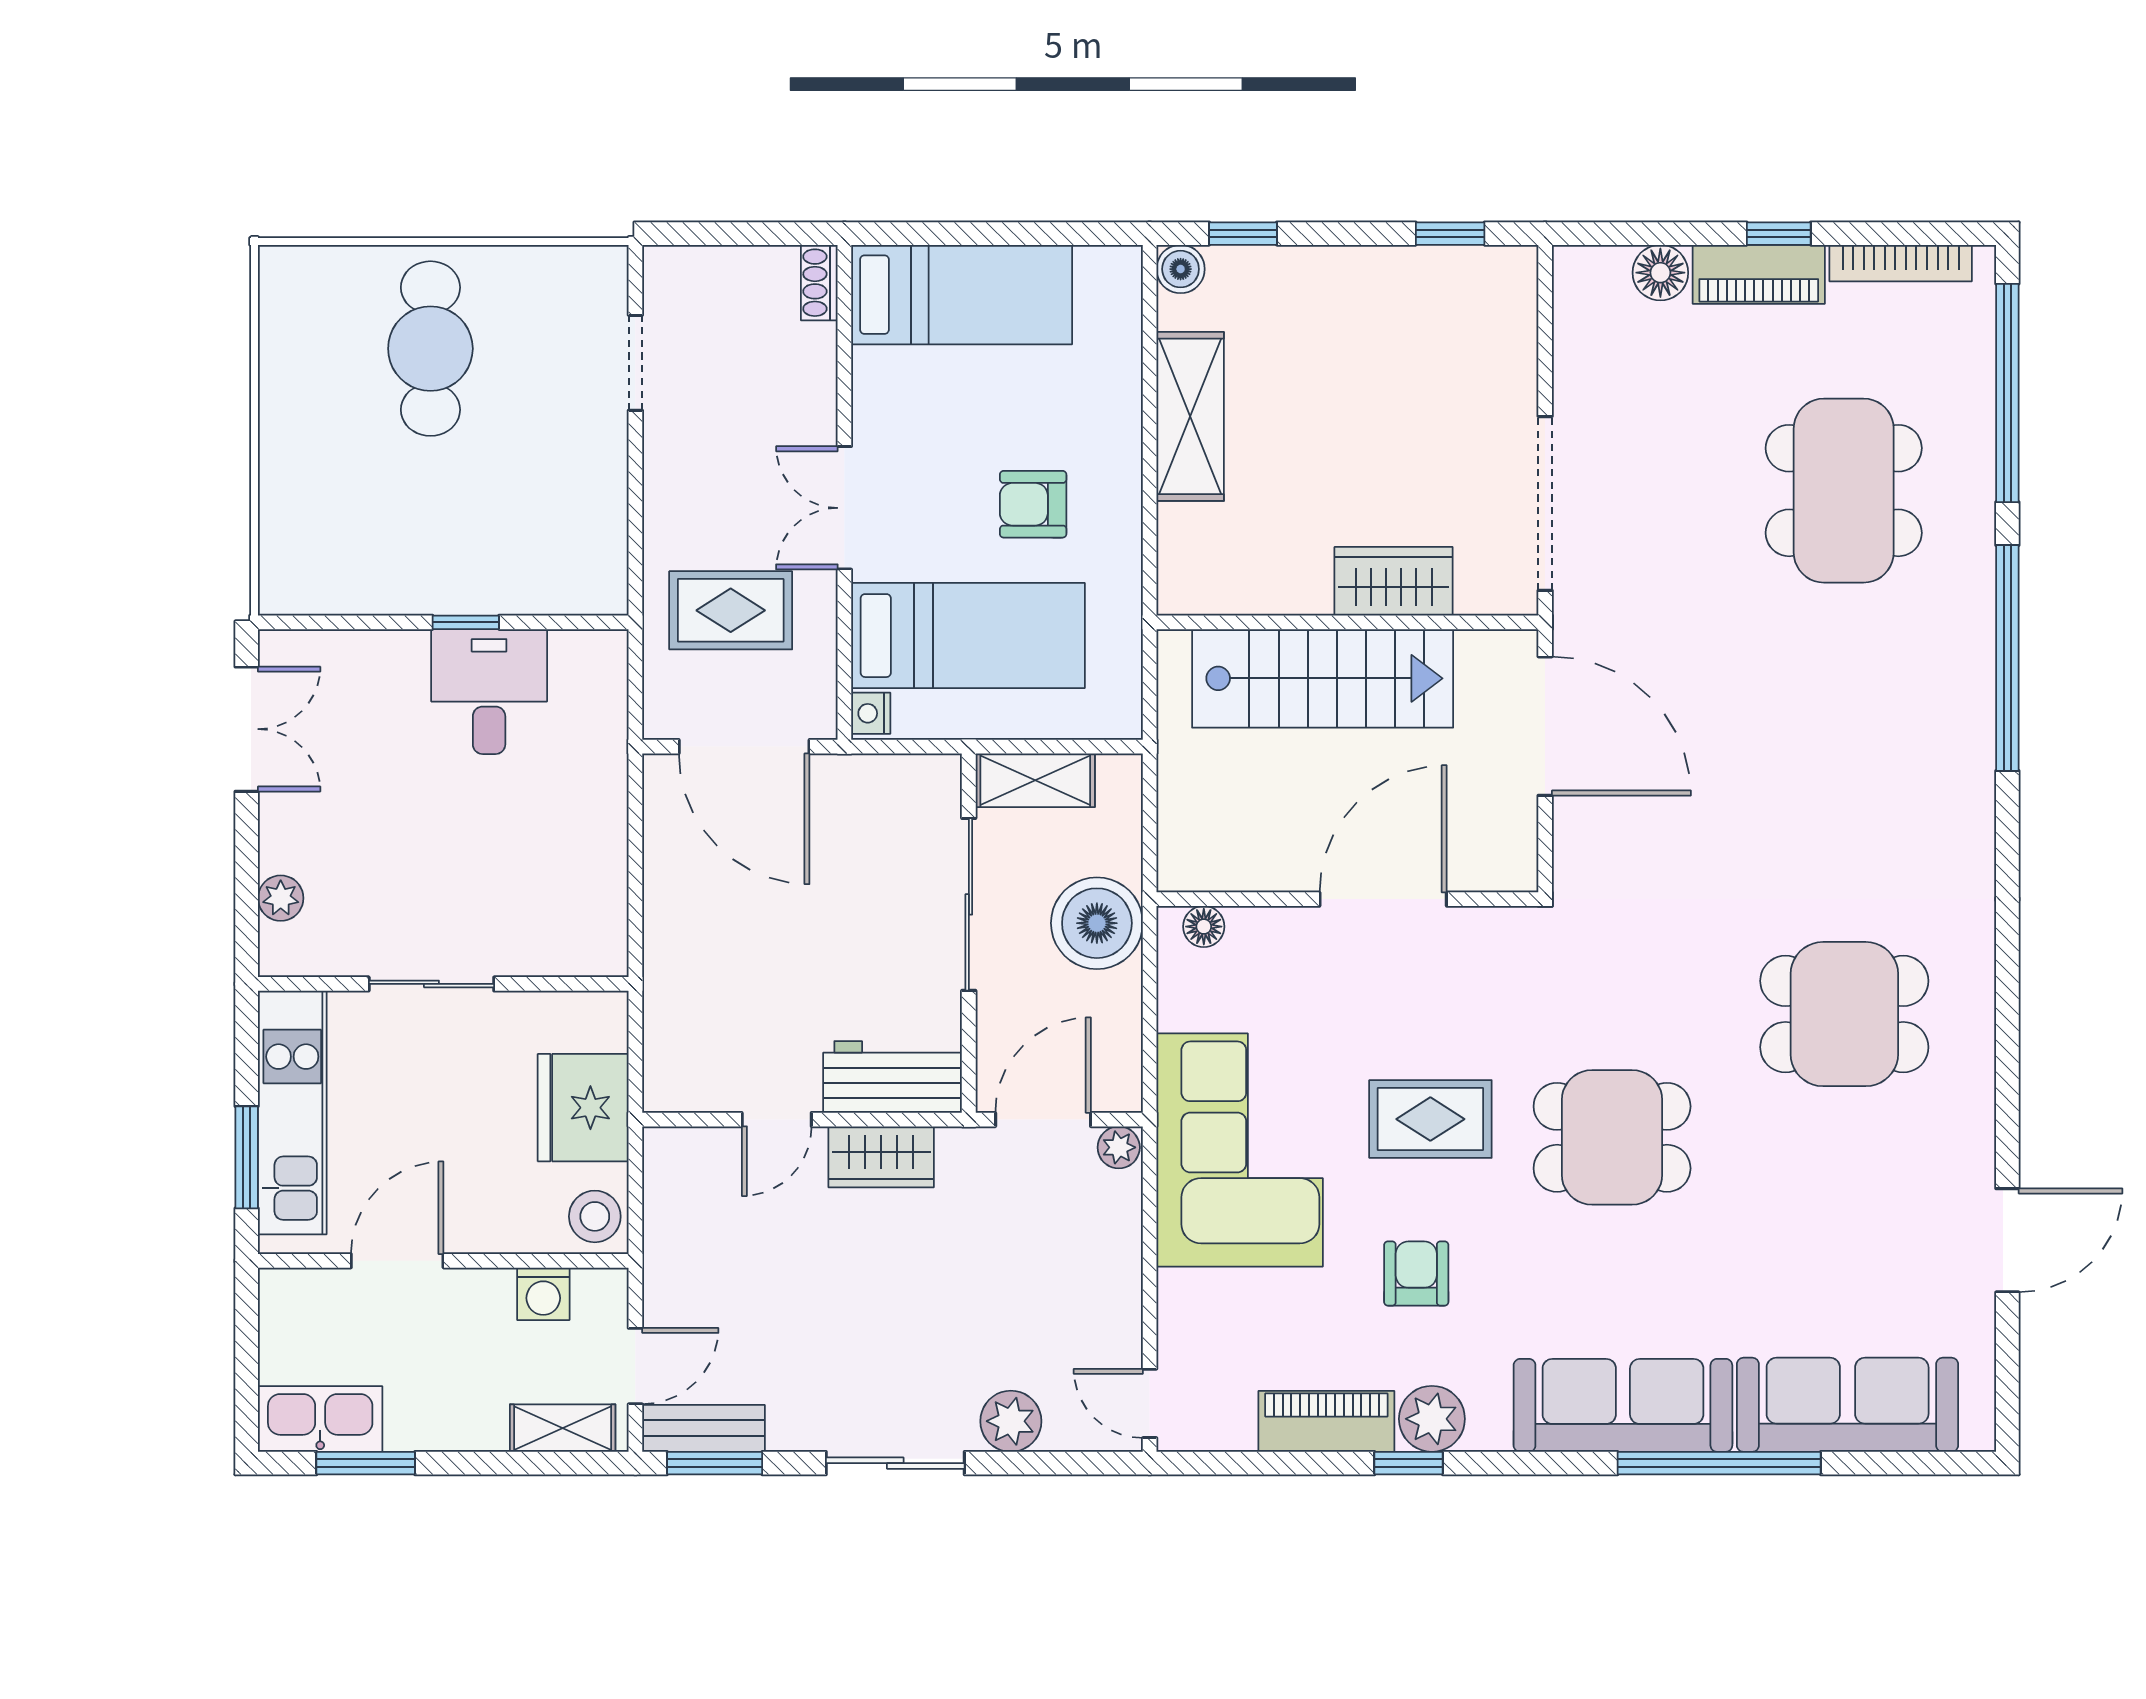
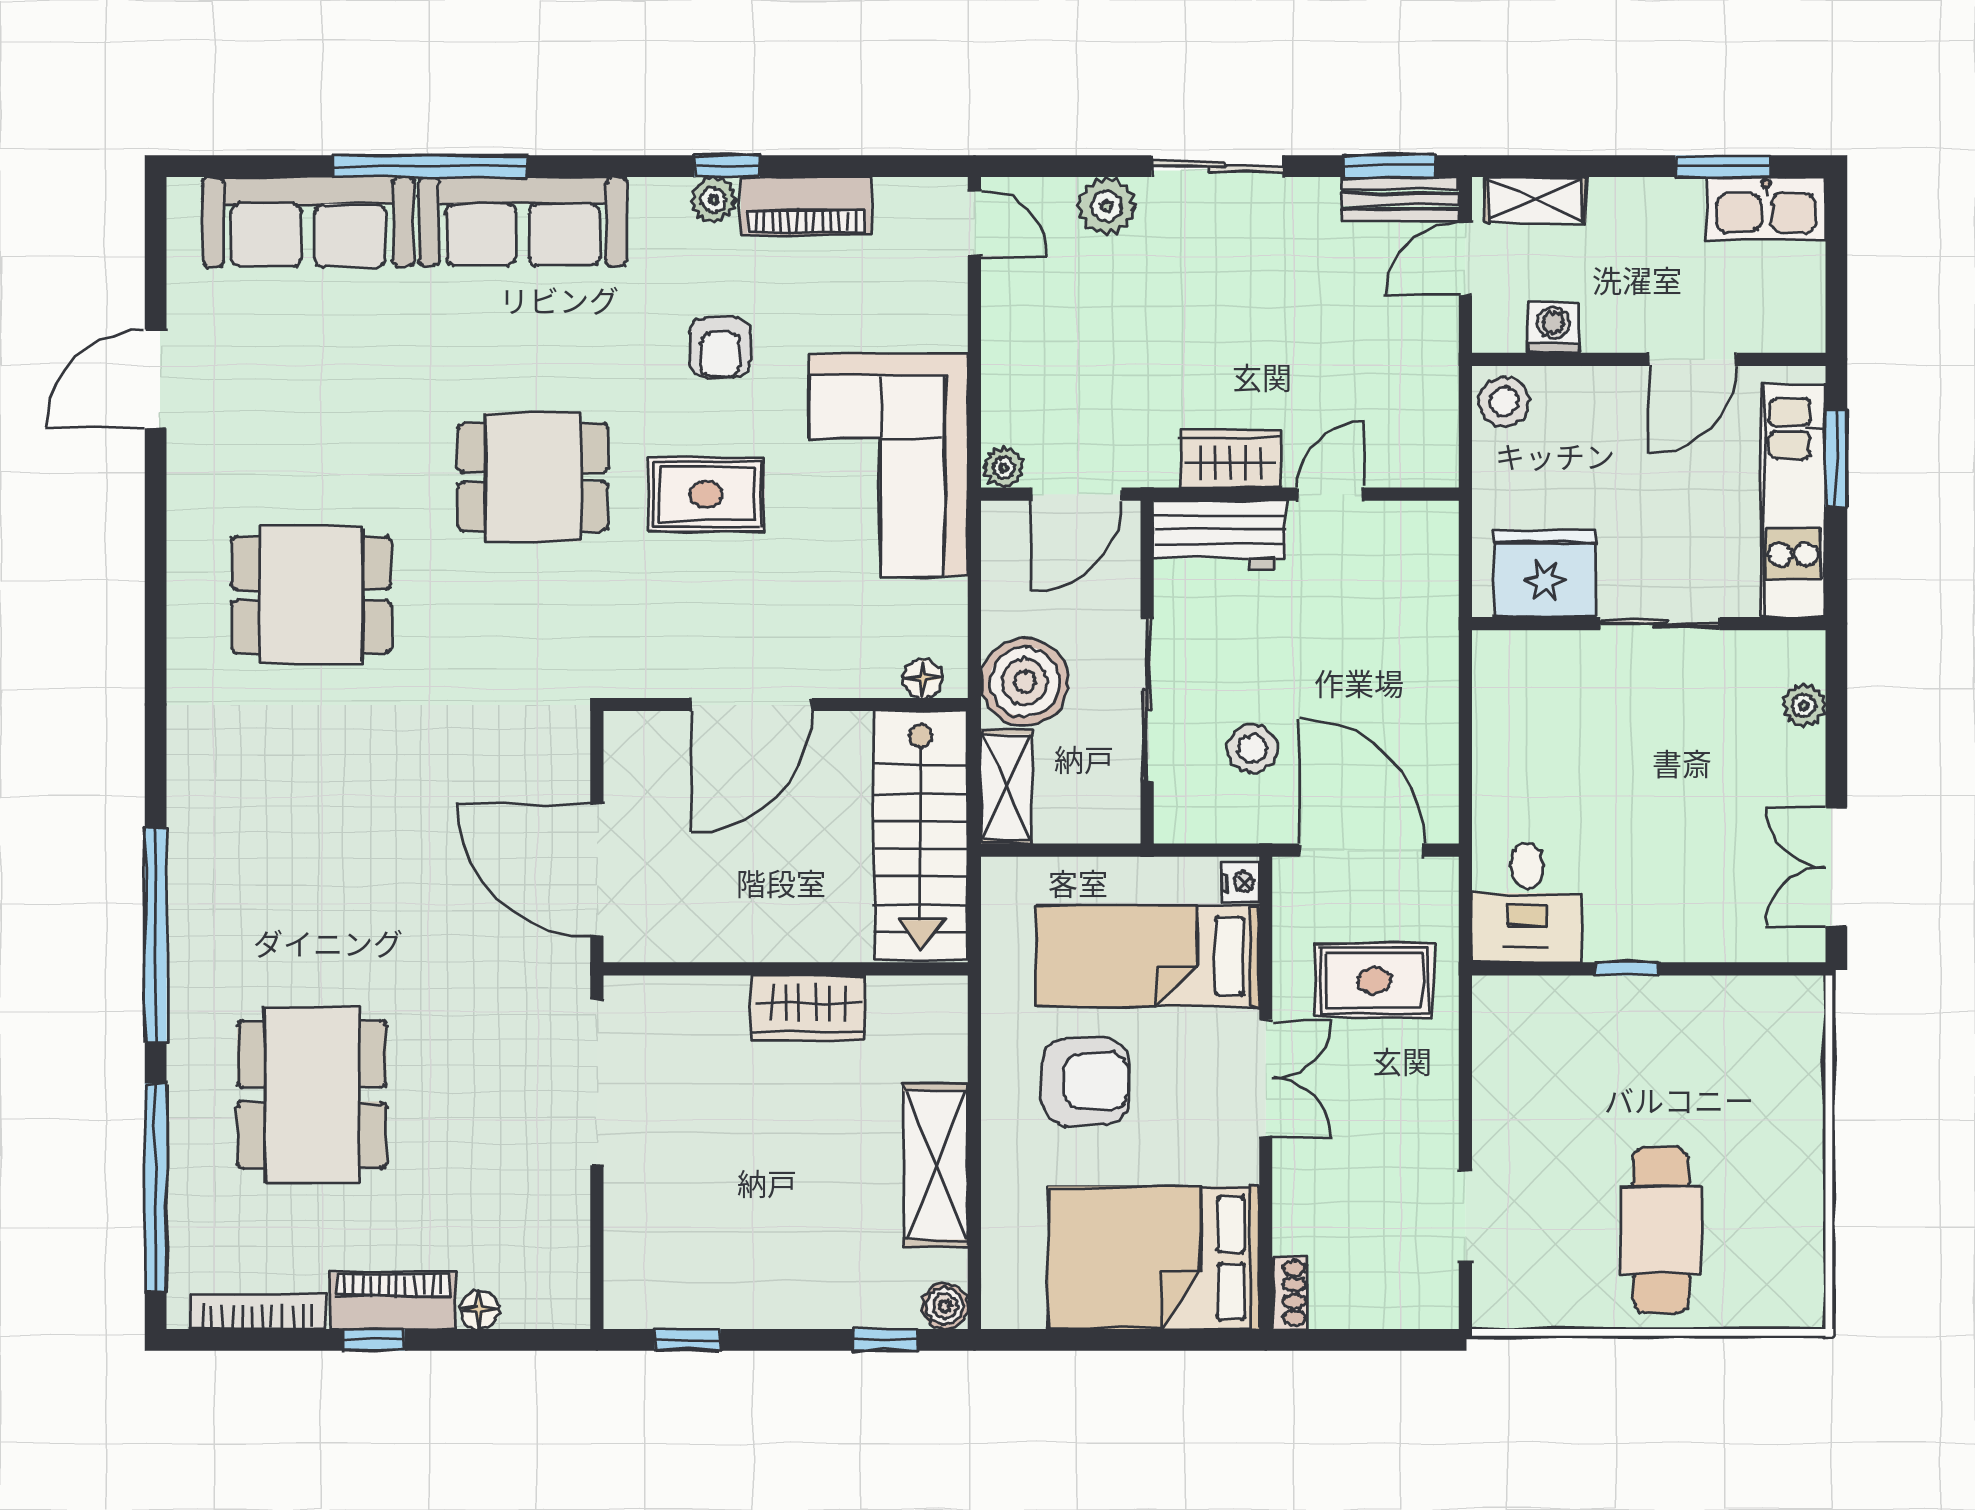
floor lamp: (1660, 273) -> (480, 1310), width x0.73, depth x0.73
bed: (962, 295) -> (1154, 1258), width x1.50
armchair: (1033, 504) -> (1086, 1082), width x1.38, depth x1.38
wardrobe: (1394, 581) -> (808, 1008), moved
stairs: (1323, 678) -> (921, 836), moved, turned -90
desk: (489, 692) -> (1527, 903), moved
shelving: (1035, 780) -> (1007, 787), moved, turned 90
stool: (859, 853) -> (1252, 748), added
fridge: (583, 1108) -> (1545, 574), moved, turned -90
plant: (1432, 1419) -> (714, 200), width x0.73, depth x0.73

